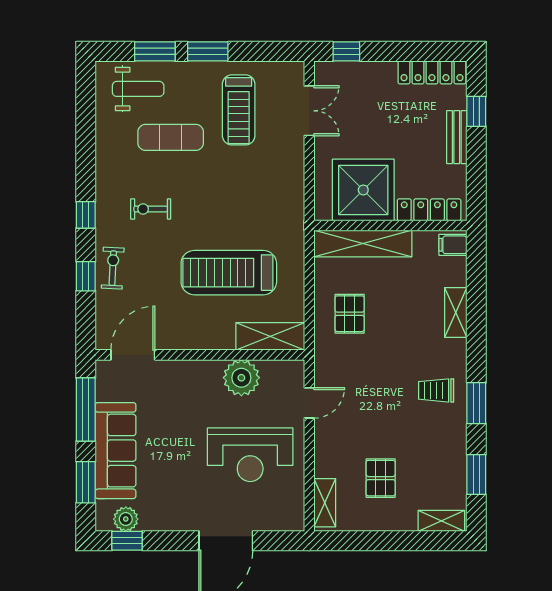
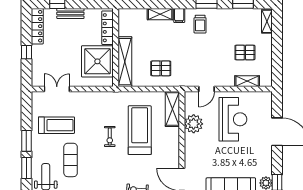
window: (346, 51) -> (26, 52), moved
exercise bike: (151, 209) -> (110, 136), moved
filing cabinet: (453, 245) -> (179, 15), moved
treadmill: (229, 273) -> (140, 130), turned 180
door: (309, 403) -> (206, 89), swing flipped
shelving: (325, 503) -> (247, 81), moved

